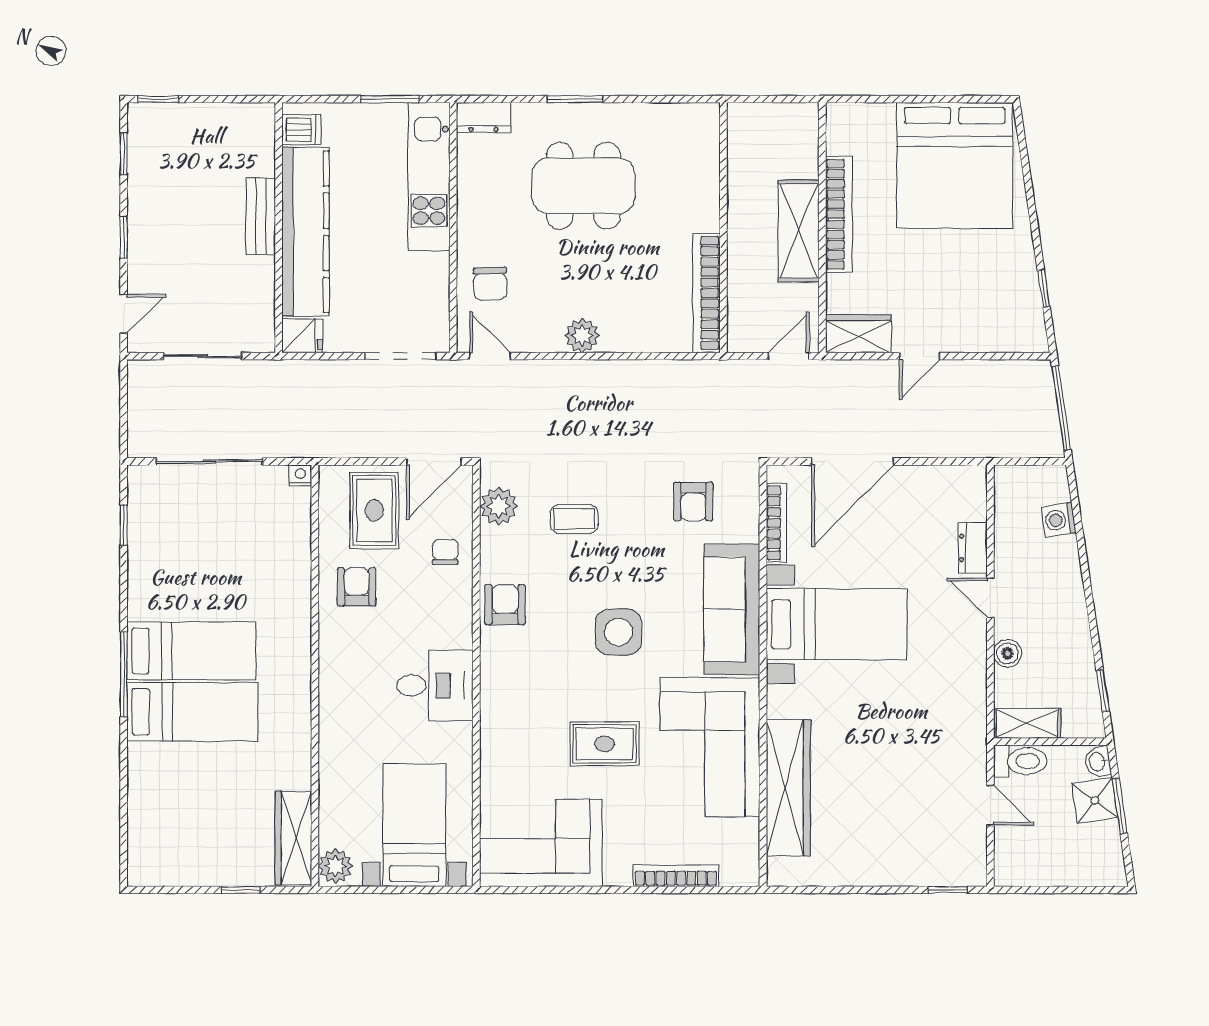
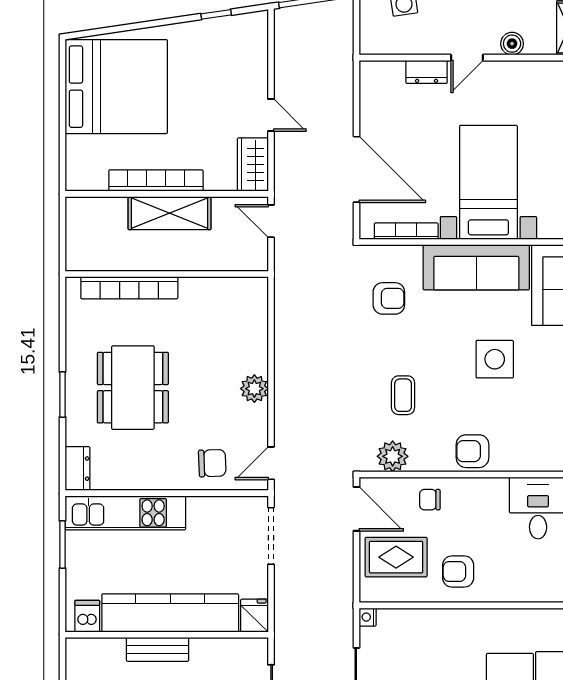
bookcase: (707, 293) -> (129, 288), moved

